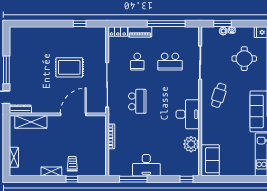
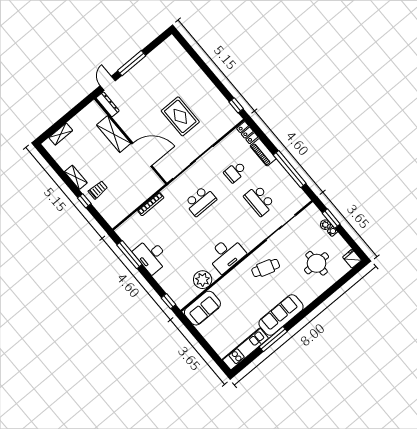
window: (80, 24) -> (236, 105), moved
shelving: (31, 122) -> (114, 134), moved

